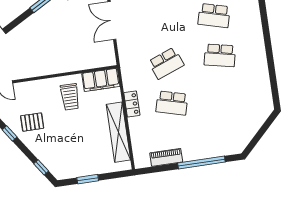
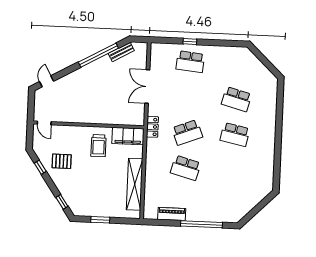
locker: (132, 104) -> (152, 127), moved

